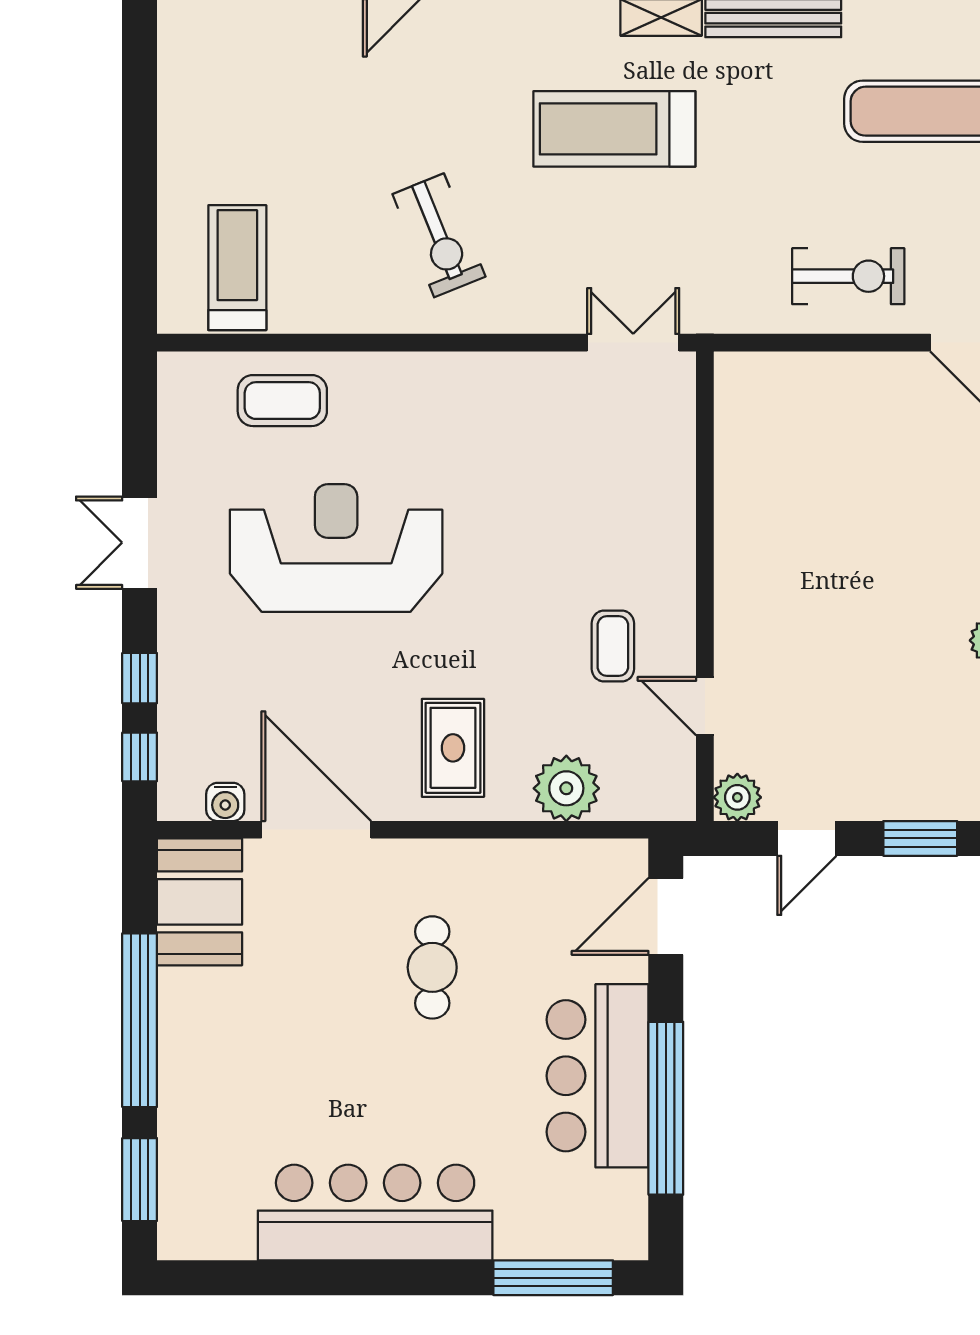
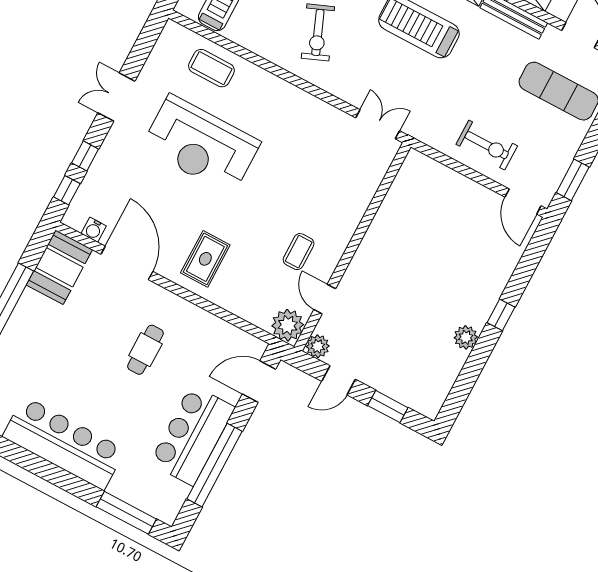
reception desk: (336, 548) -> (201, 145), turned 180
plant: (566, 788) -> (288, 325), moved

